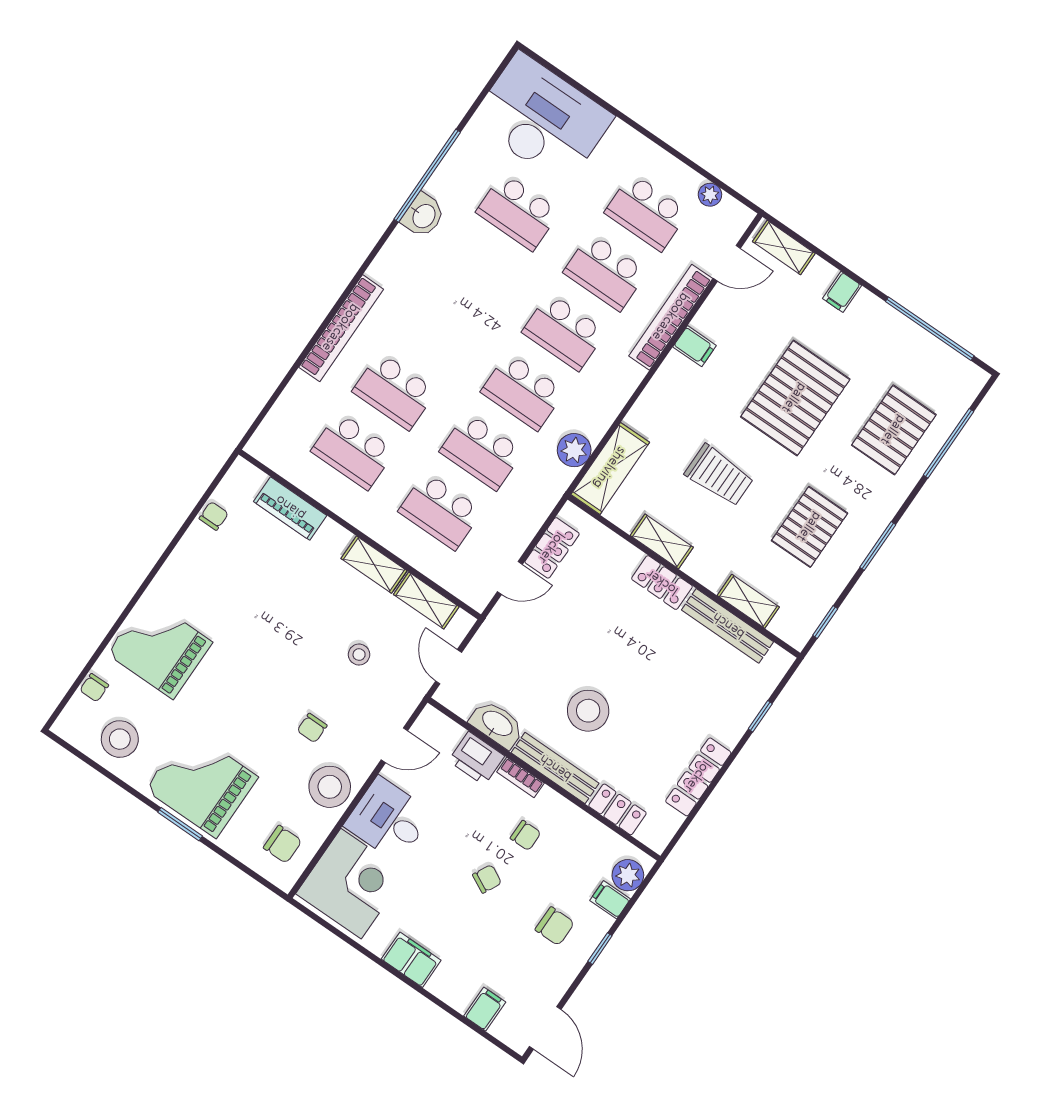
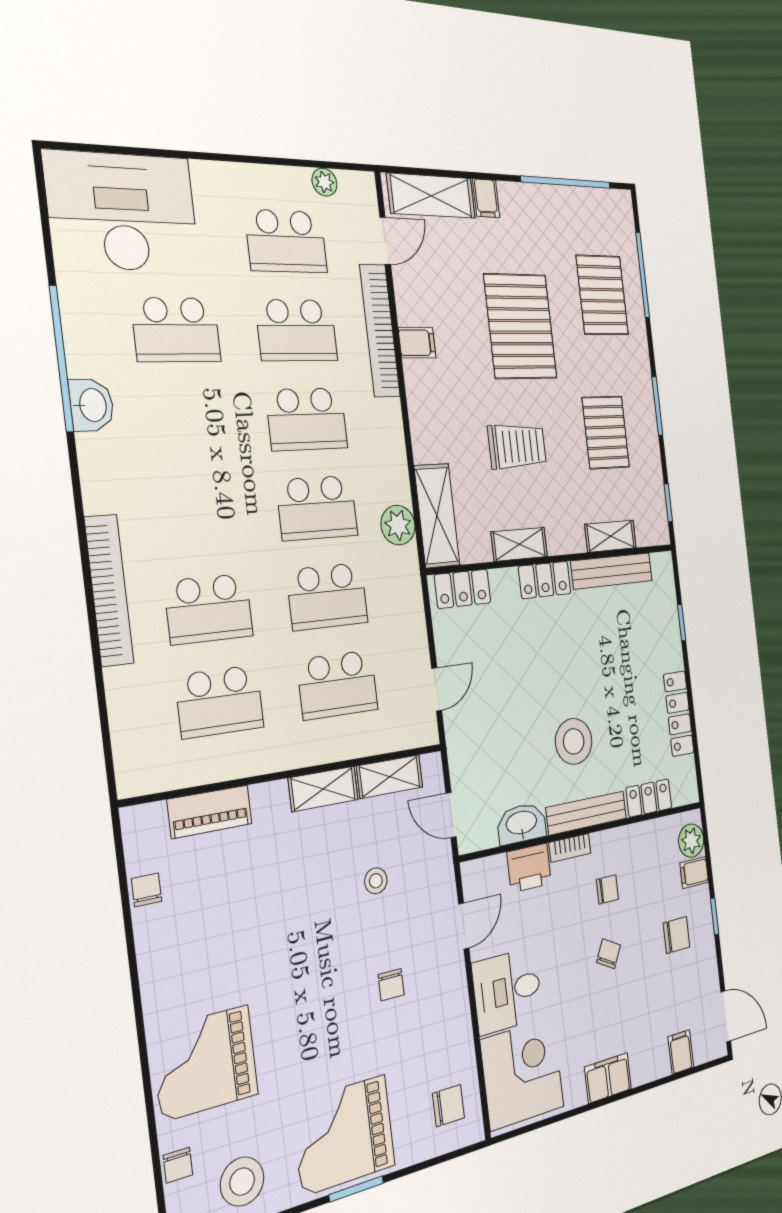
shelving: (784, 248) -> (431, 196), width x1.50, depth x1.33
locker: (552, 548) -> (463, 589), moved, turned 90
stool: (330, 787) -> (444, 1017), removed

